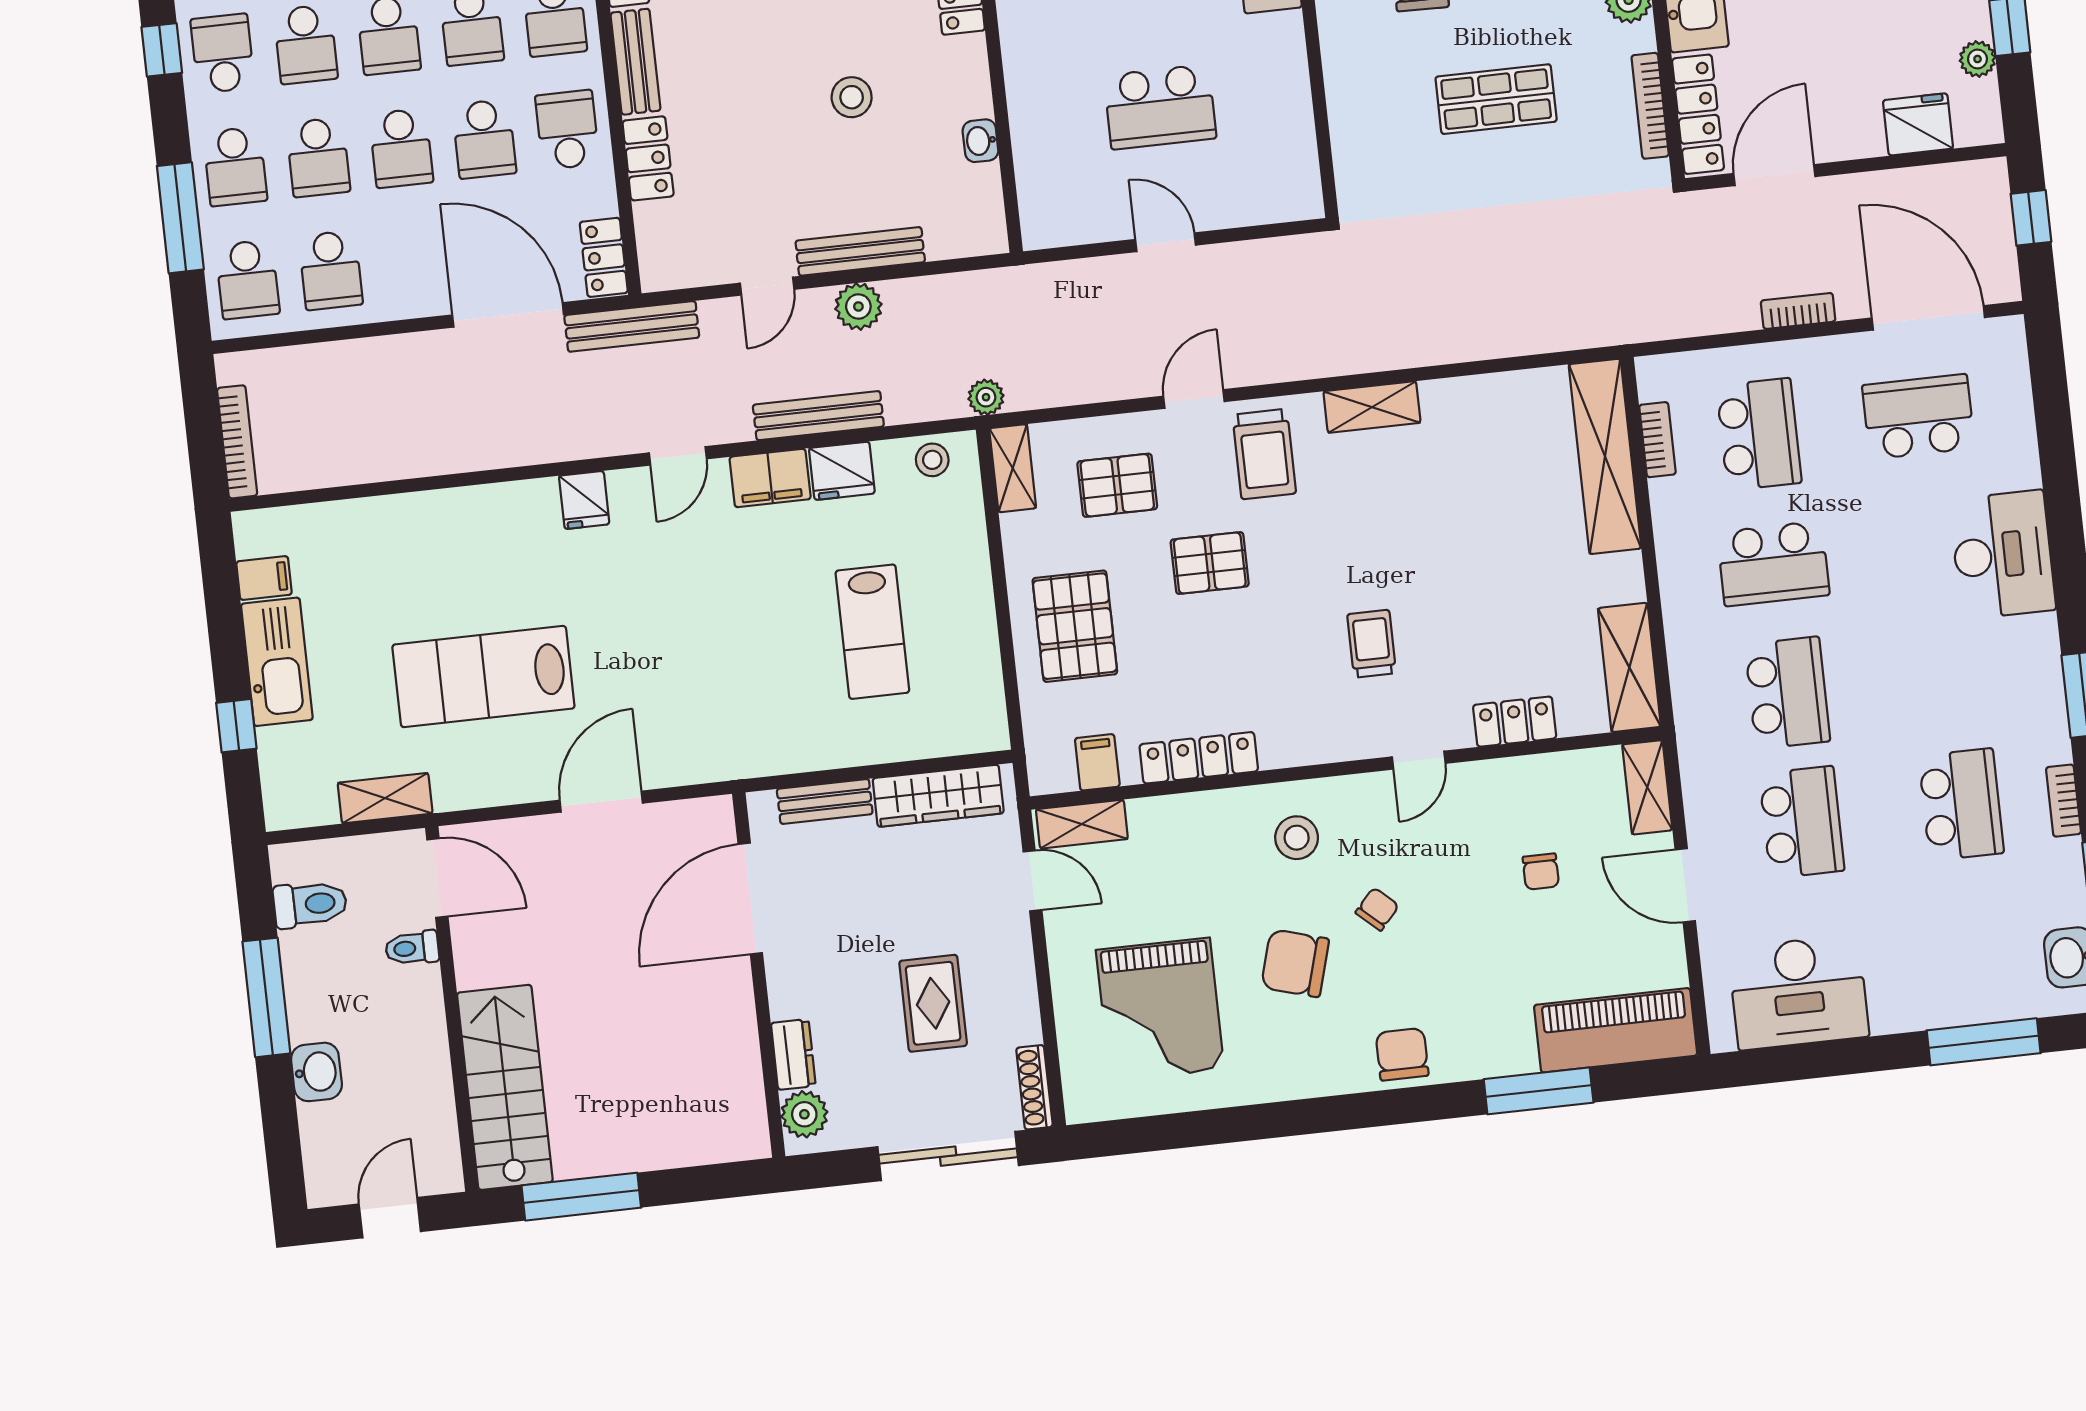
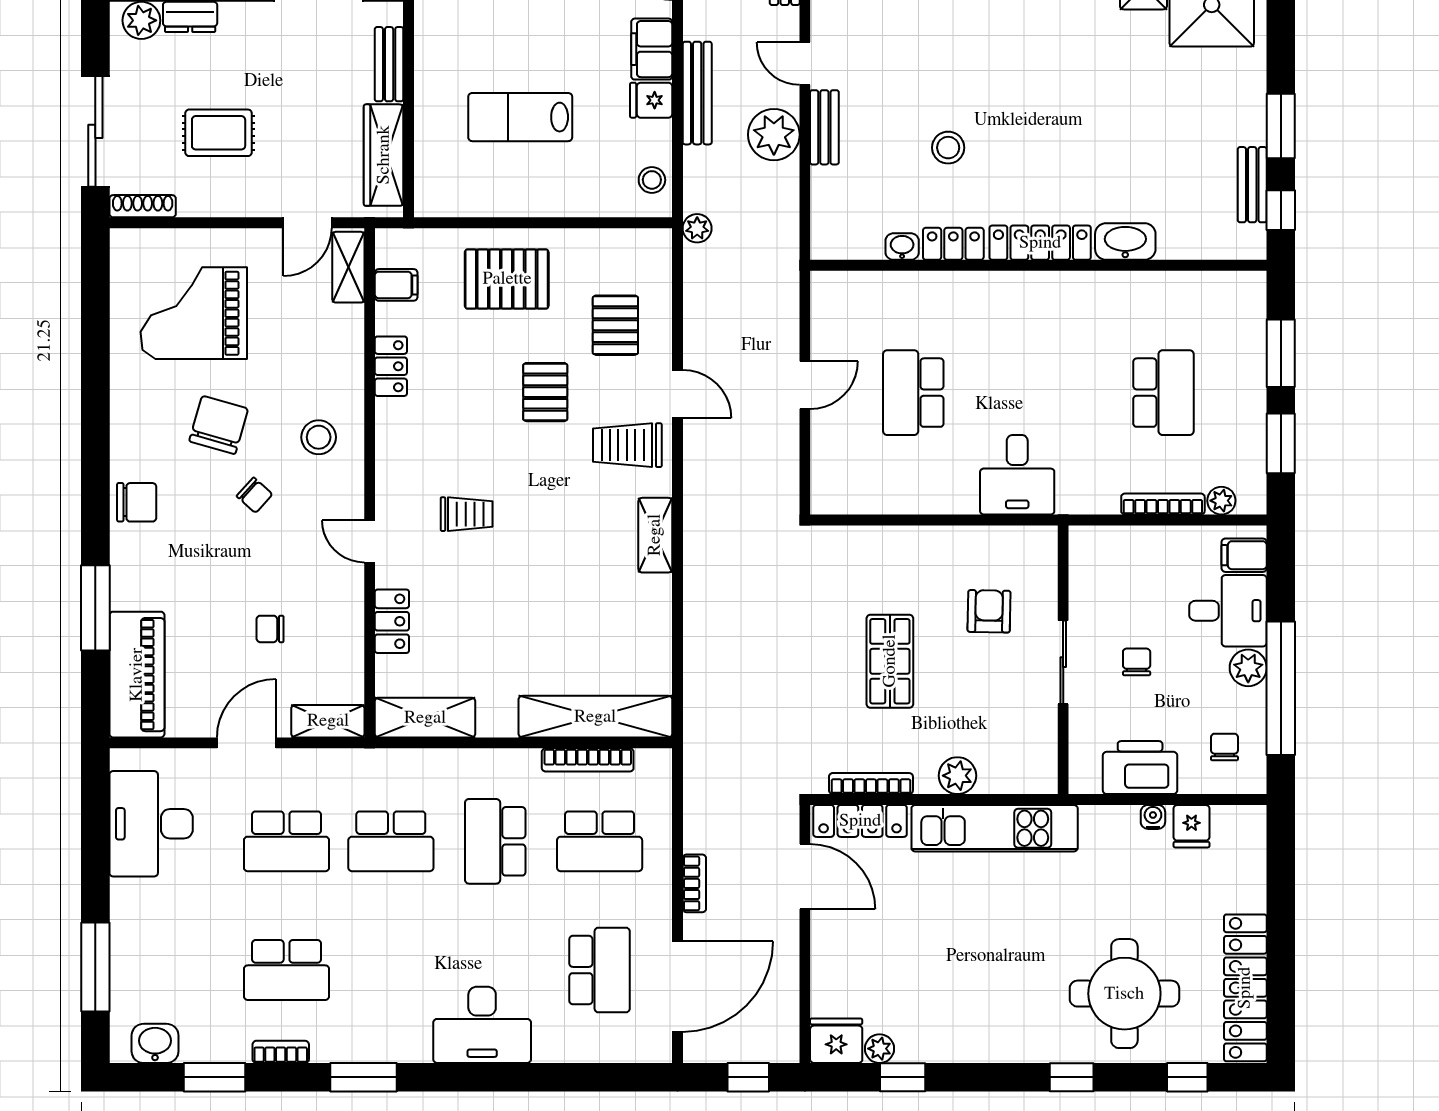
locker: (970, 78) -> (953, 244), added
fridge: (1918, 124) -> (836, 1041), moved, turned -90
bench: (860, 251) -> (824, 127), width x0.73
plant: (858, 307) -> (774, 135), width x1.36, depth x1.36
bookcase: (1657, 440) -> (588, 760), width x1.56
shelving: (1013, 468) -> (638, 243), removed
fridge: (842, 471) -> (651, 100), width x0.72
locker: (1199, 758) -> (391, 366), width x0.66

